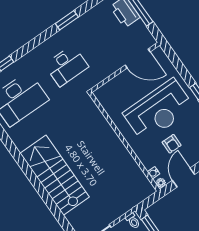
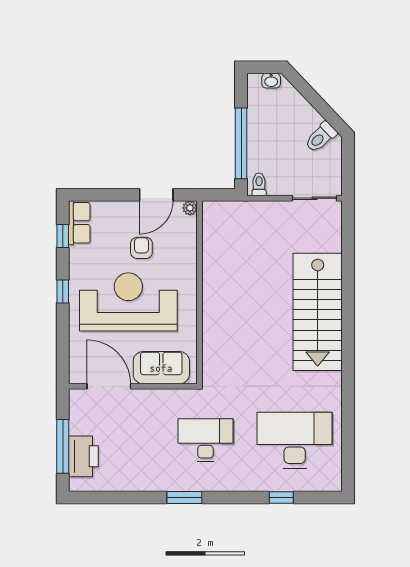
window: (67, 20) -> (184, 497), moved
sofa: (117, 88) -> (161, 368), added
water cooler: (153, 173) -> (190, 227), removed

